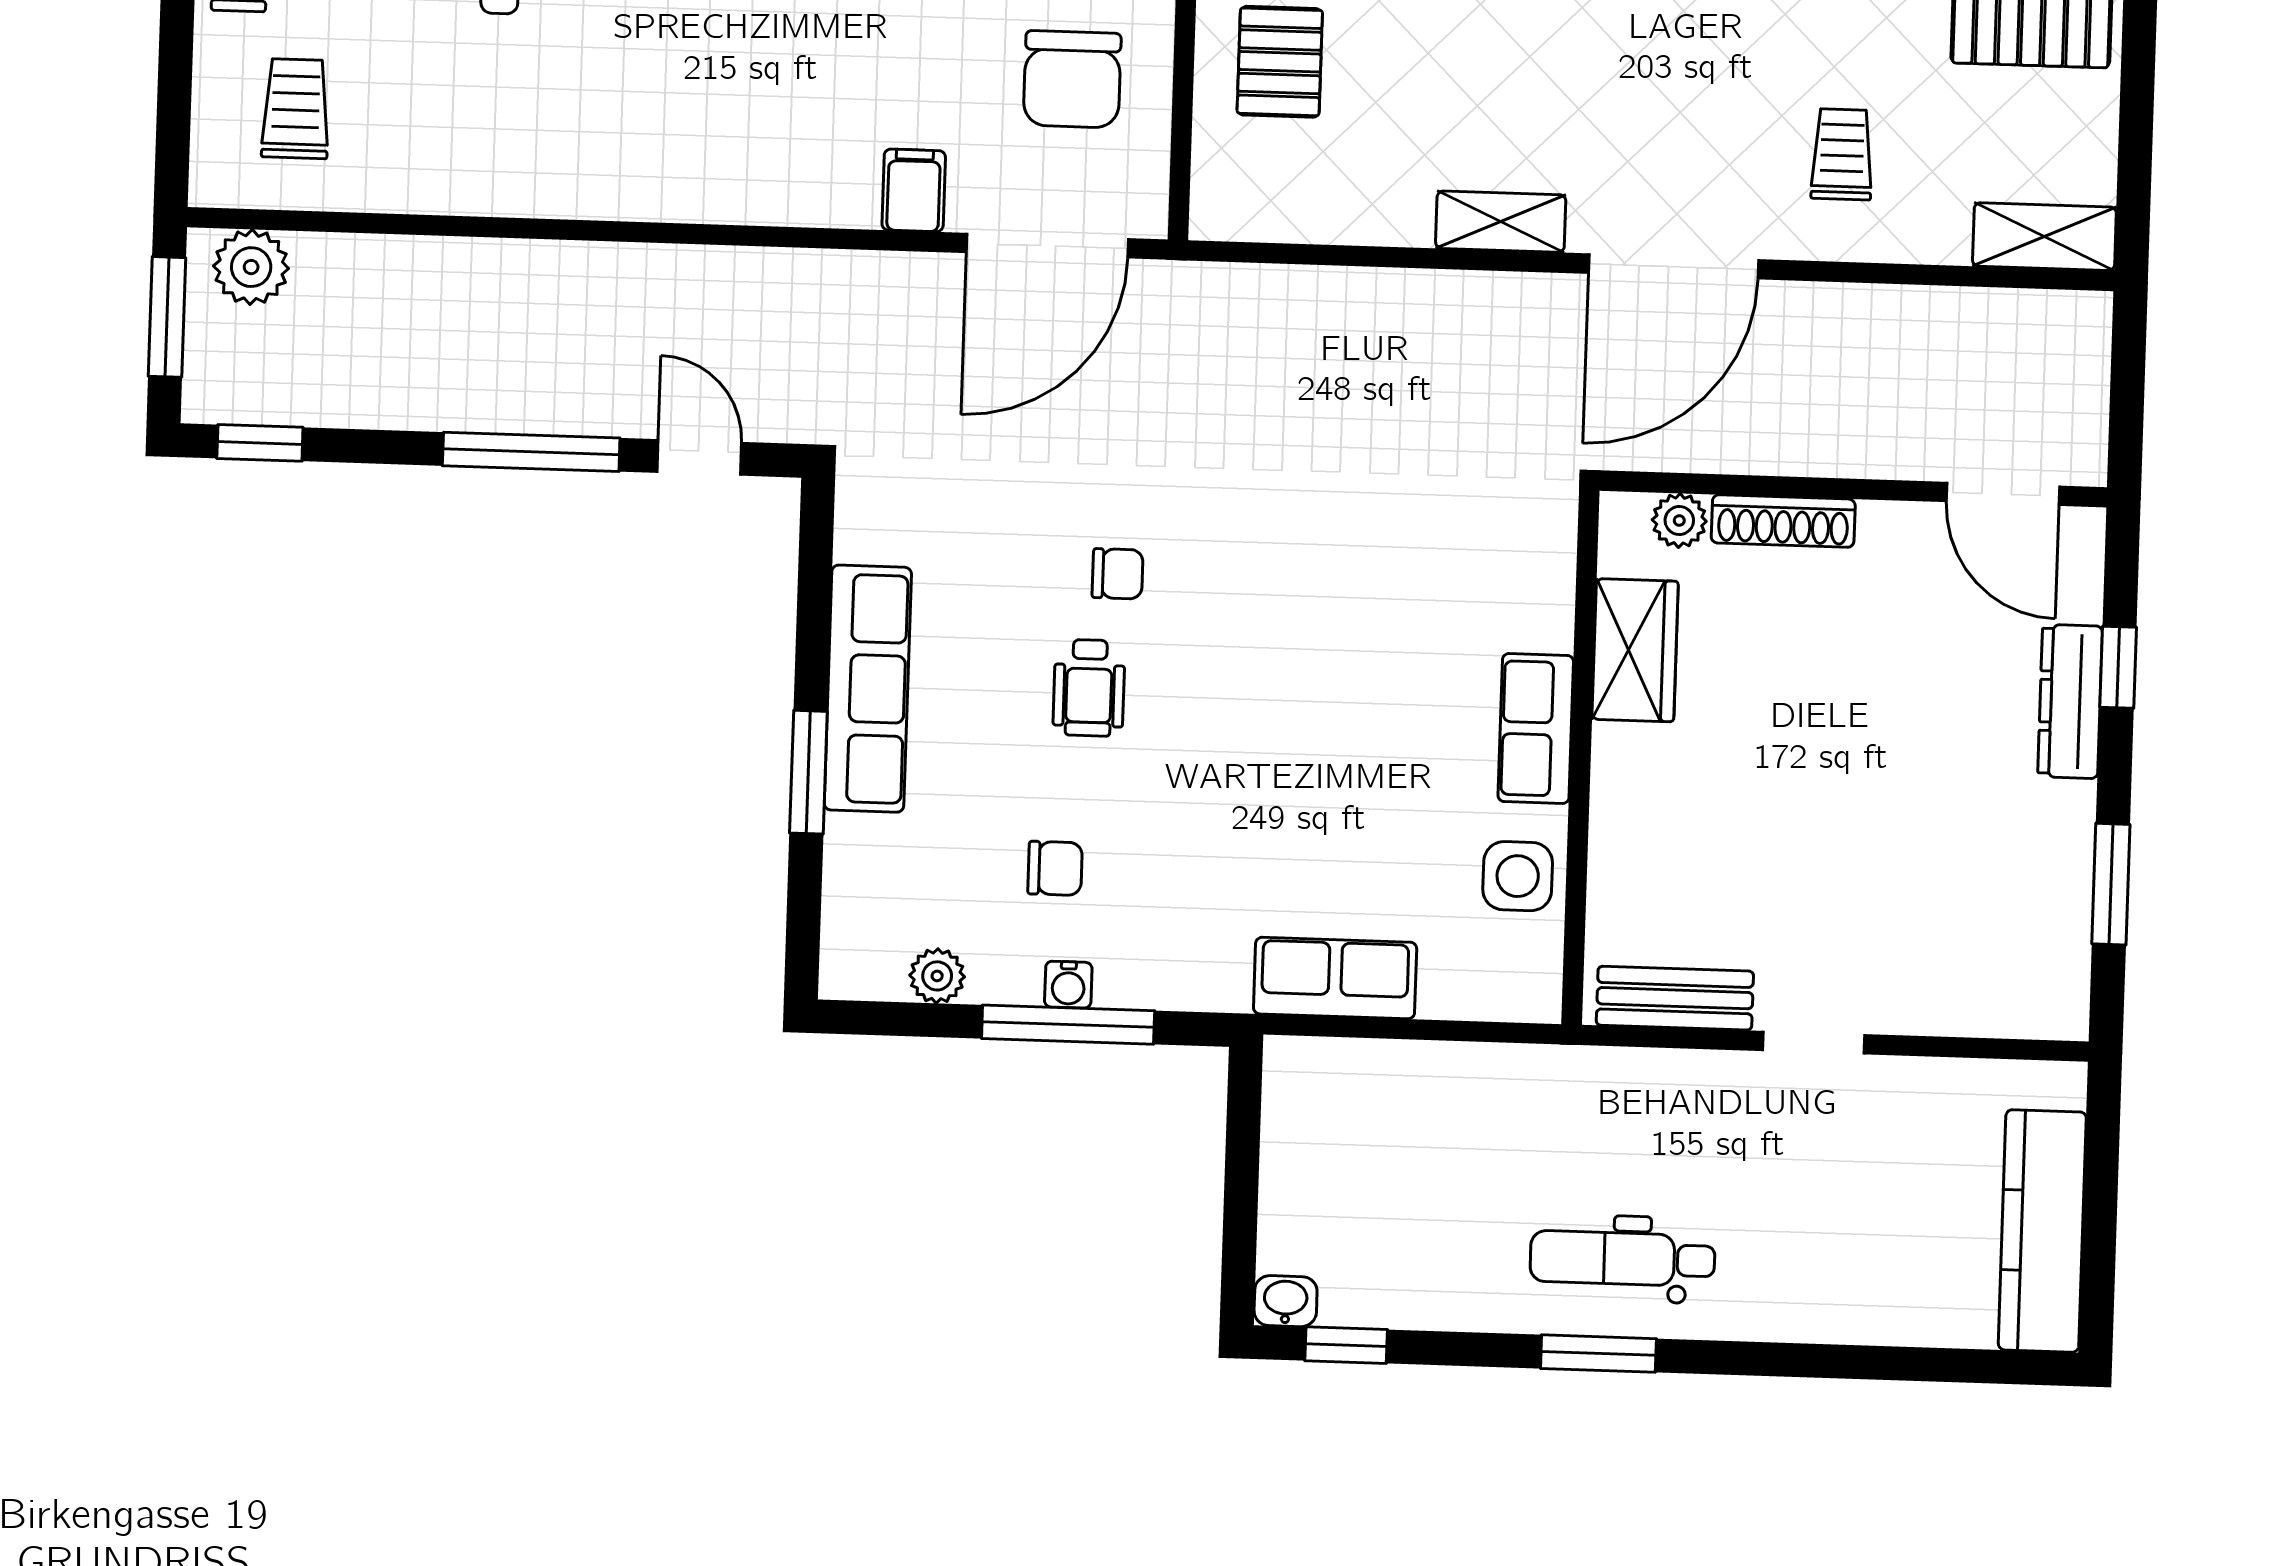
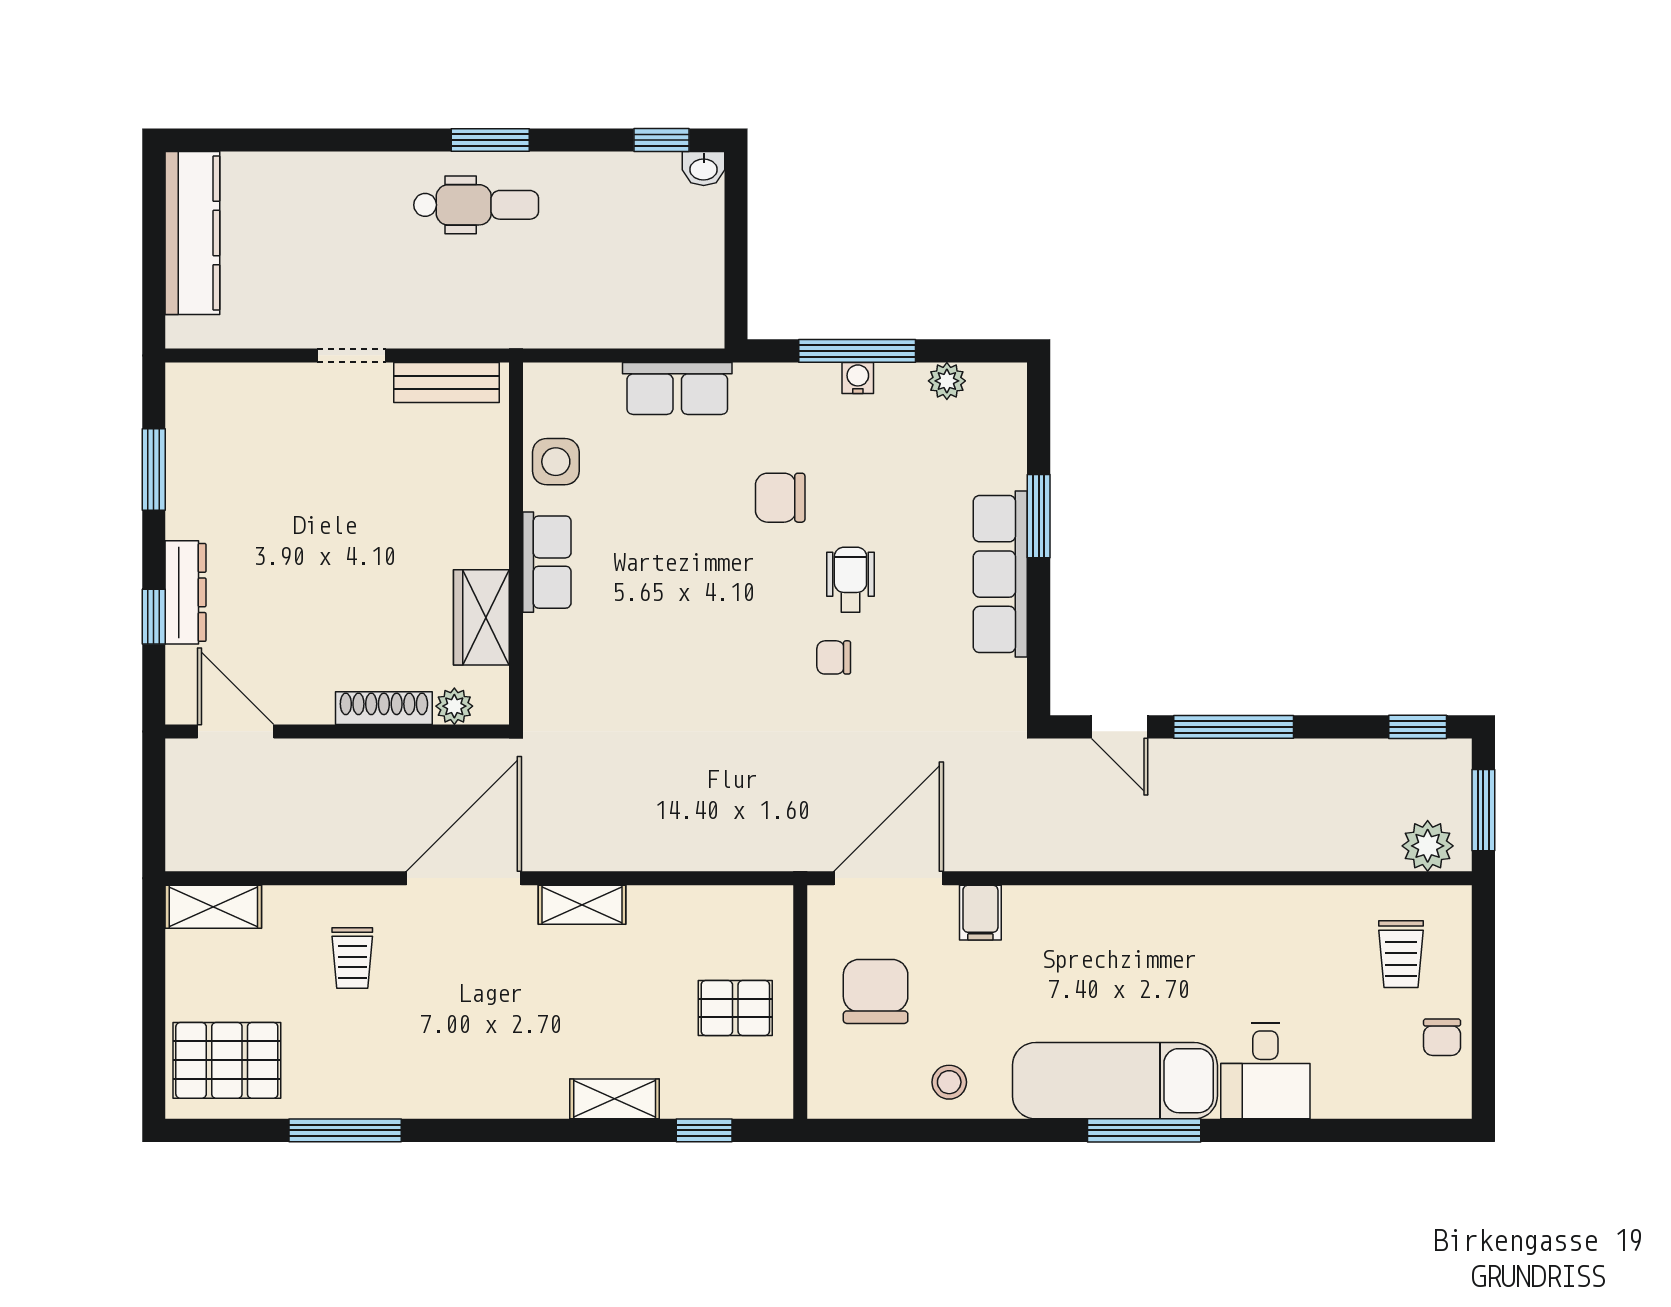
pallet: (1280, 62) -> (735, 1008), turned 90
chair: (1055, 868) -> (780, 498), moved, width x1.37, depth x1.37

